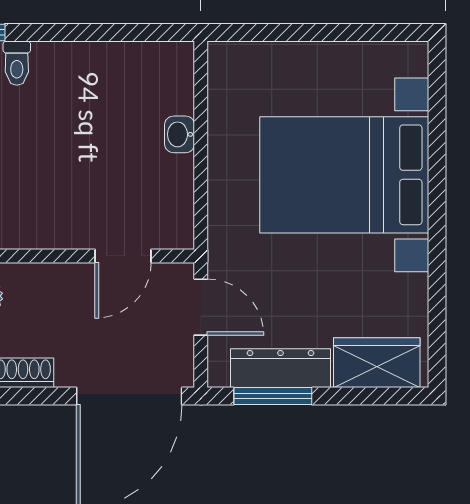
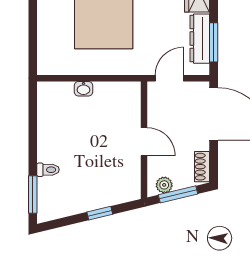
door: (123, 256) -> (144, 142), moved

